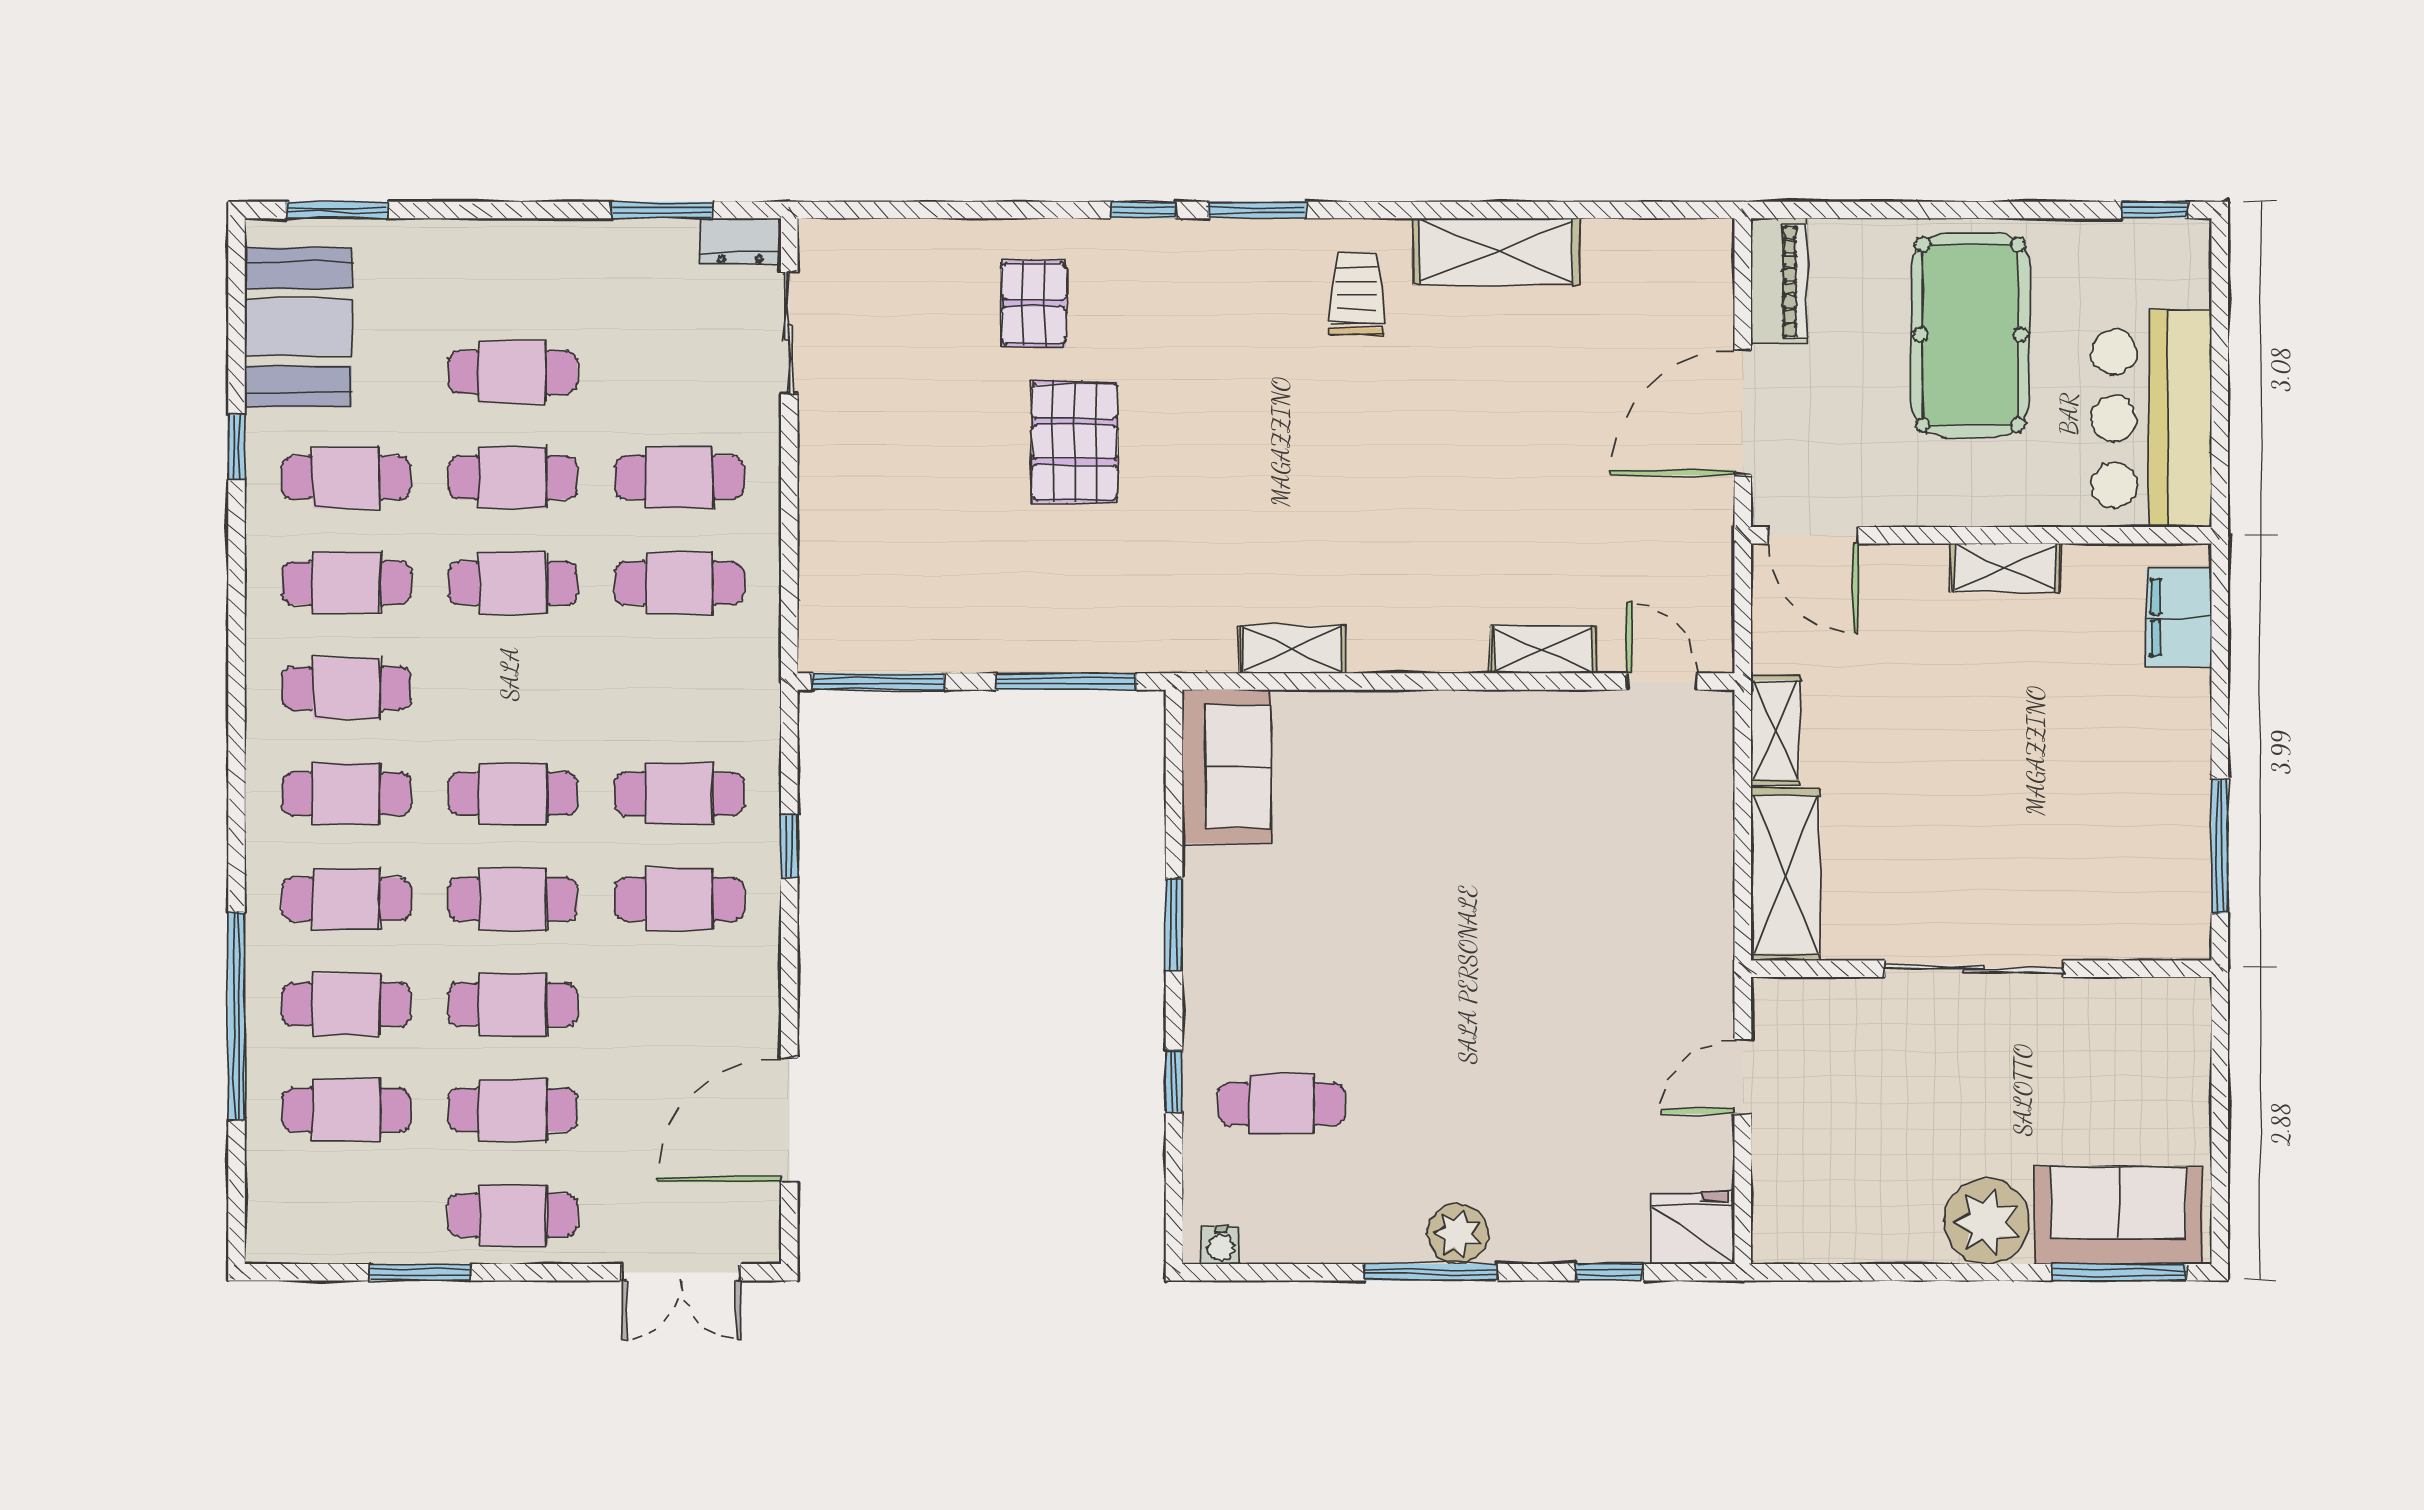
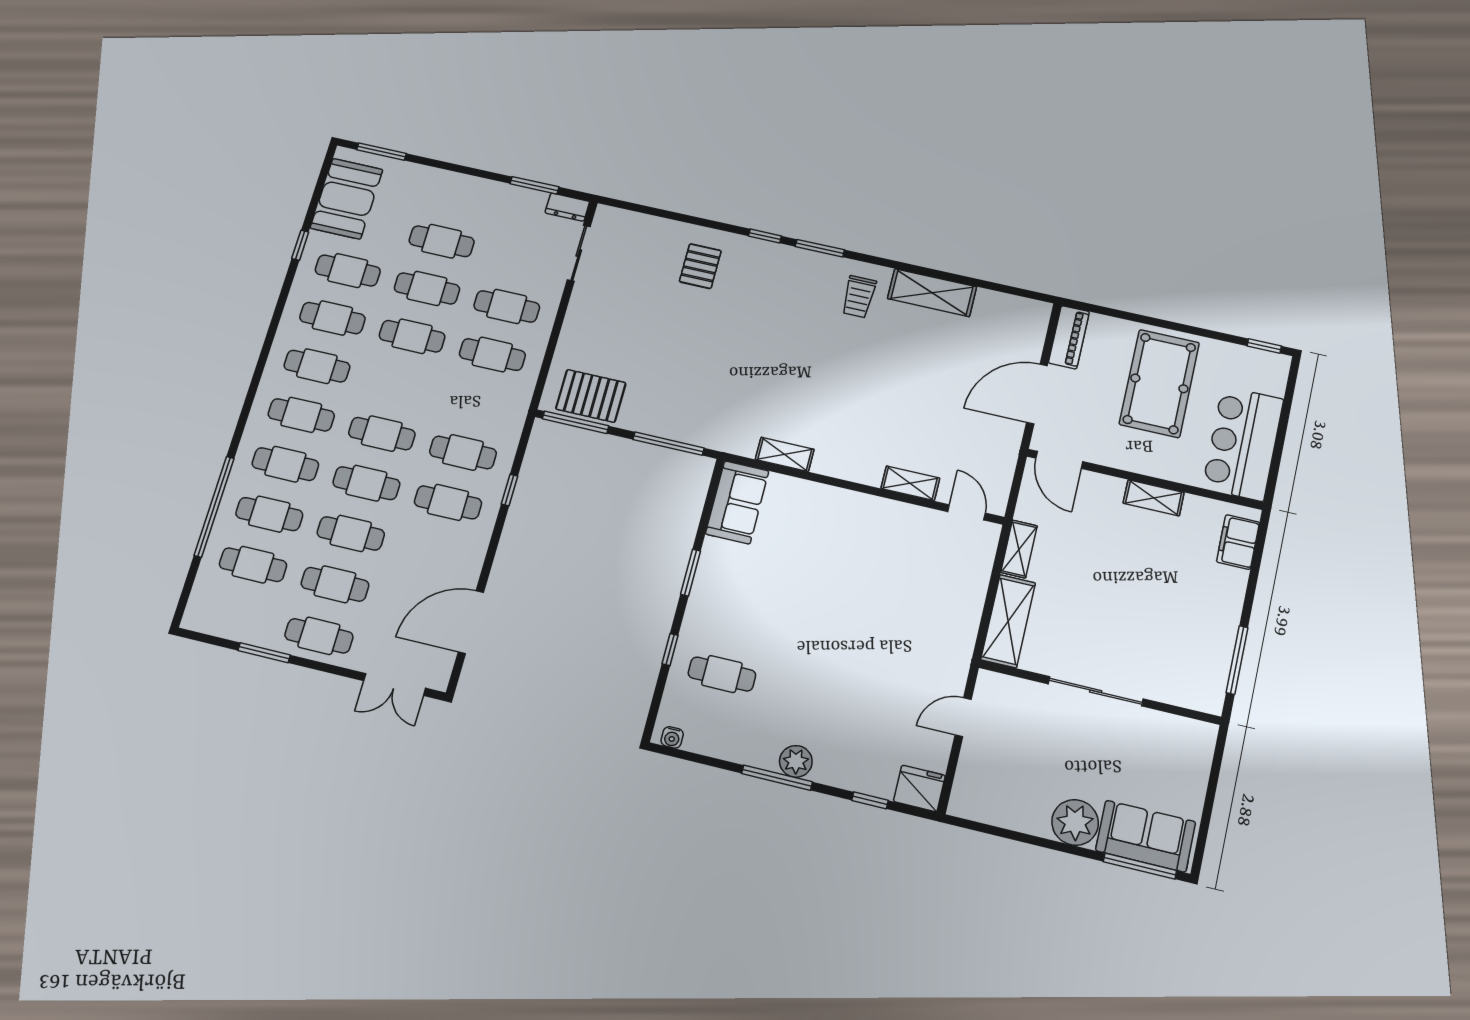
trolley: (1357, 294) -> (859, 297), turned 180
pallet: (1075, 442) -> (591, 396), moved, turned 90

